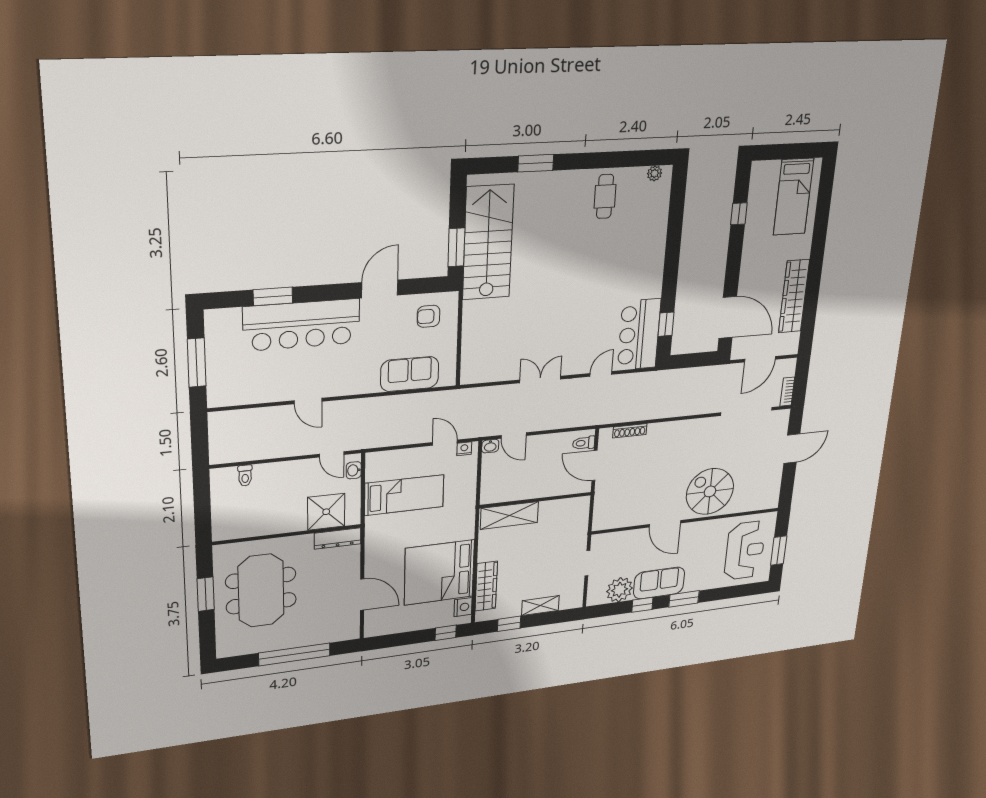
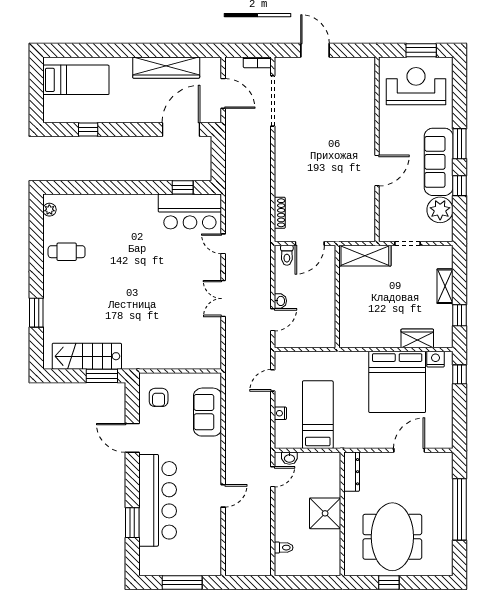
stairs: (488, 242) -> (87, 356), width x0.73, depth x0.66
washbasin: (490, 446) -> (280, 301), moved
nightstand: (464, 449) -> (280, 413), moved
spiral stairs: (710, 491) -> (349, 129), removed
shower: (326, 512) -> (325, 513), moved
shelving: (509, 515) -> (365, 256), moved, turned 90
sofa: (659, 583) -> (439, 162), width x1.36
wardrobe: (486, 586) -> (417, 338), width x0.67
meeting table: (261, 591) -> (392, 537), turned 90
window: (206, 594) -> (389, 583), width x0.67

